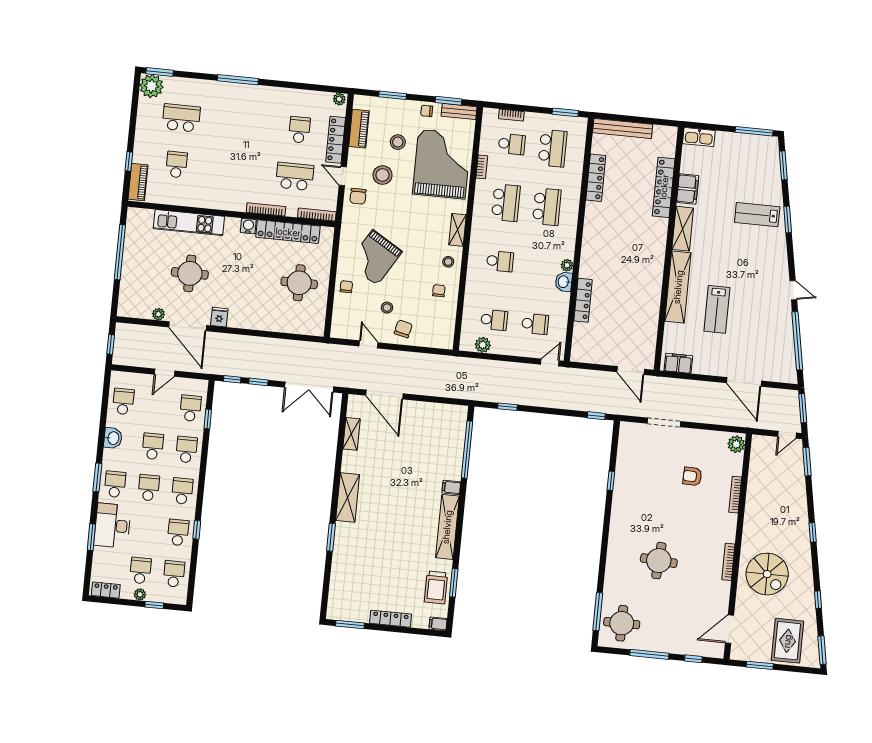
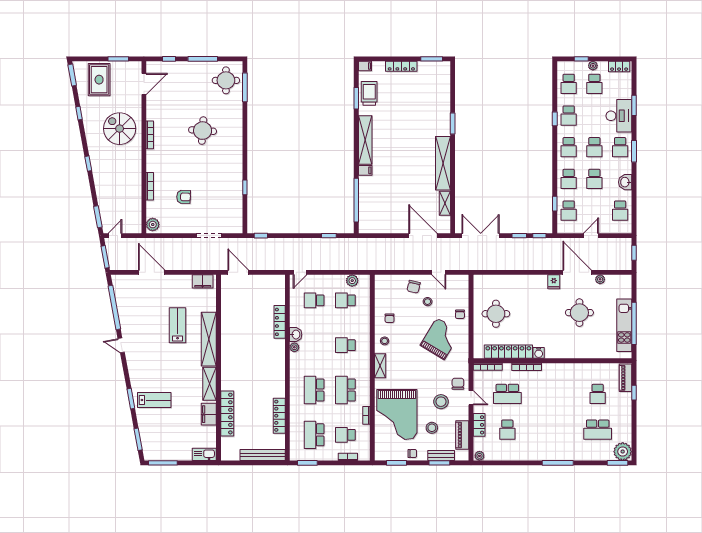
bench: (459, 111) -> (441, 456), moved
locker: (336, 140) -> (479, 425), width x0.66
kitchen unit: (189, 223) -> (624, 325), moved, turned -90
shelving: (348, 498) -> (443, 163), width x1.47

